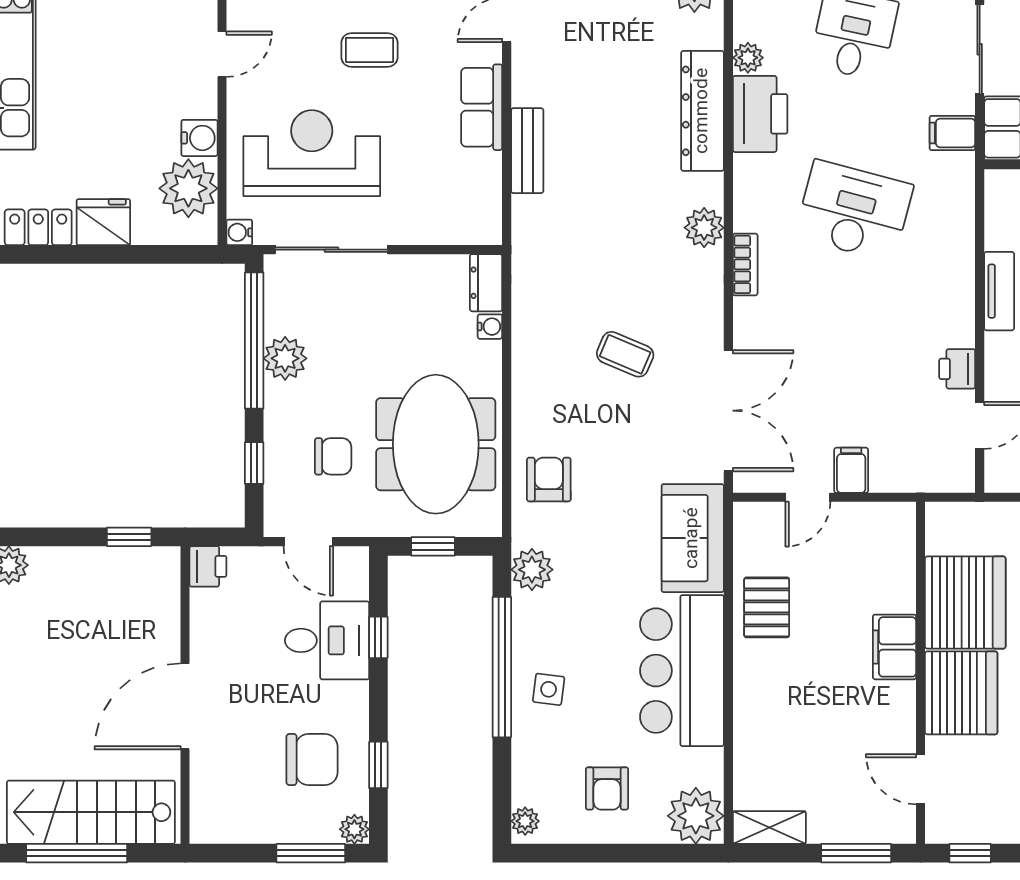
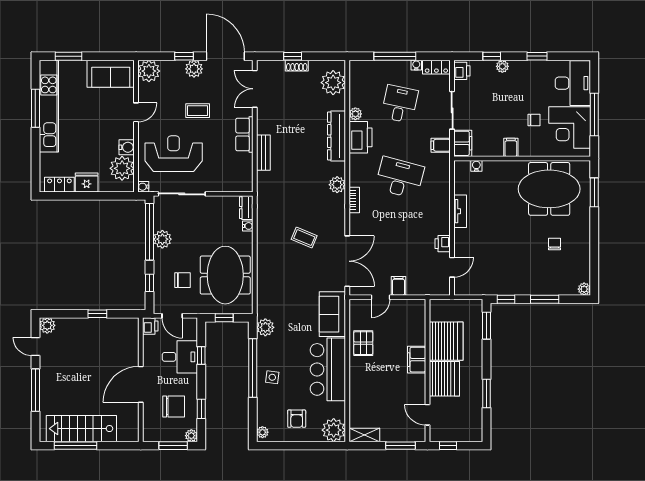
armchair: (549, 480) -> (272, 290), removed
printer: (208, 566) -> (150, 326), moved
wall: (185, 695) -> (141, 380), moved
door: (185, 706) -> (141, 384), moved

